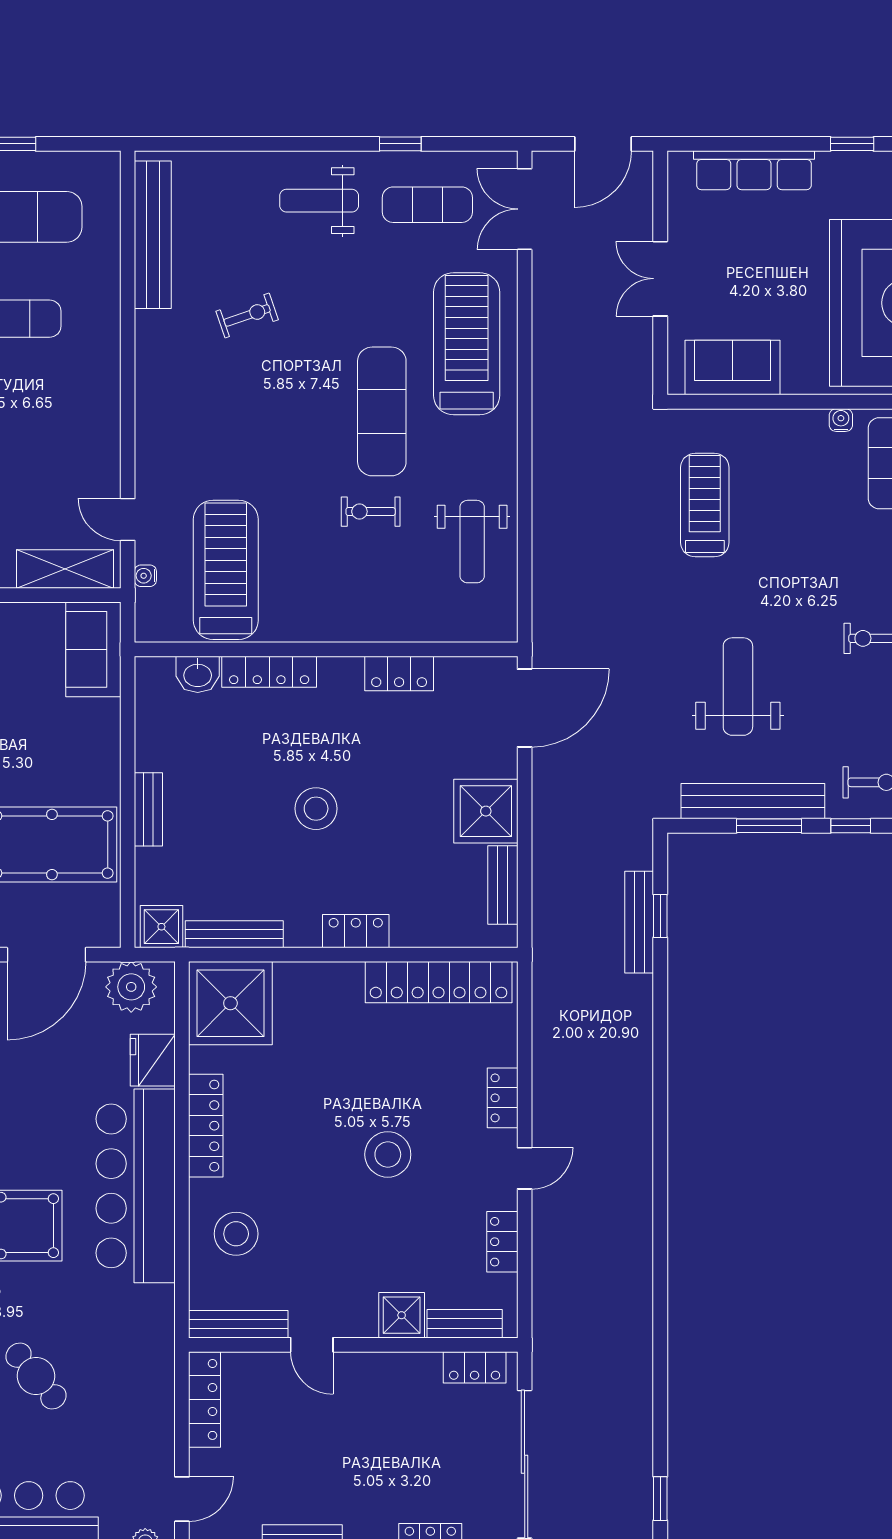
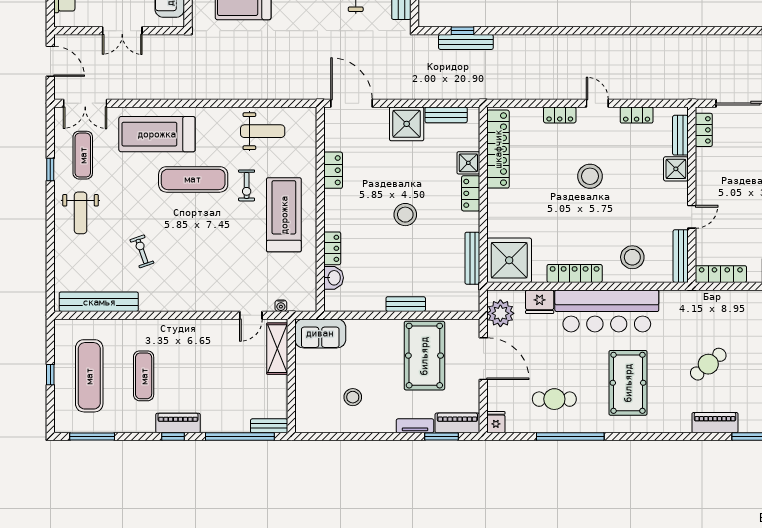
treadmill: (226, 570) -> (284, 215), moved, turned 90
locker: (269, 672) -> (332, 248), width x0.66
shower: (161, 927) -> (468, 163), moved

